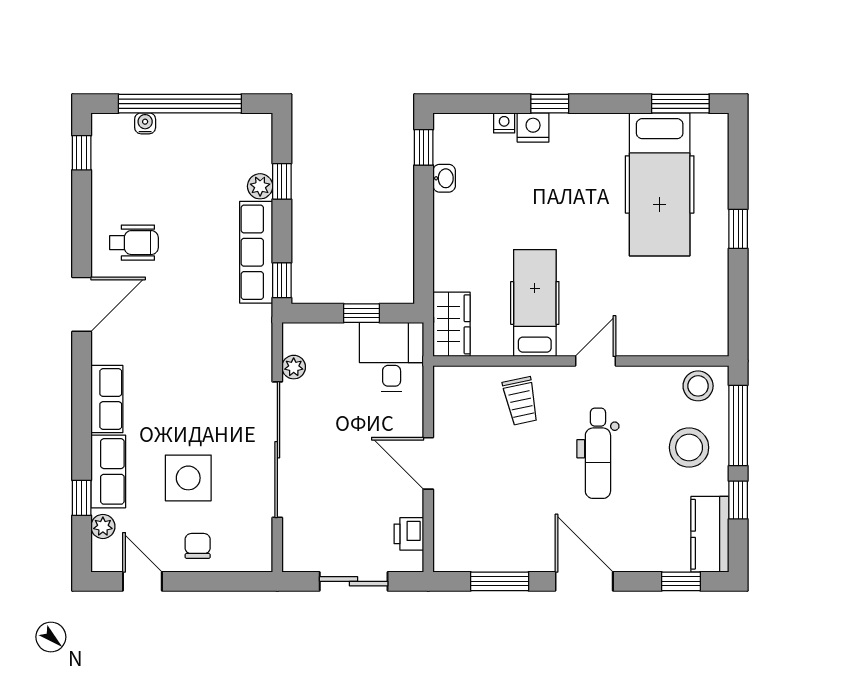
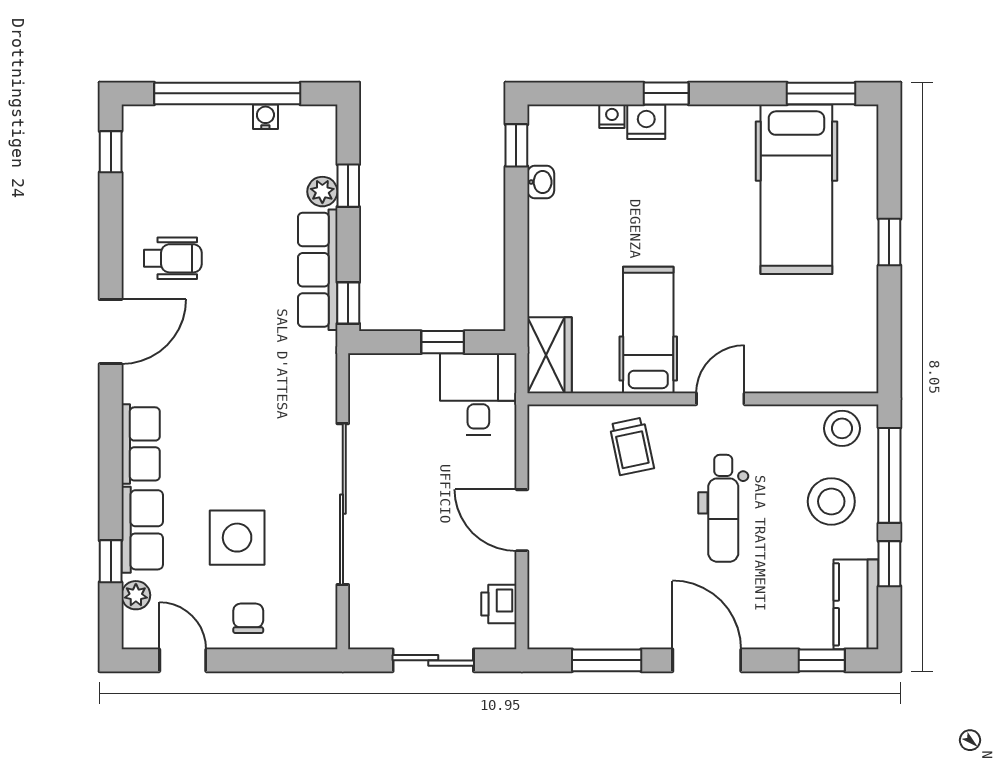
water cooler: (145, 123) -> (265, 117), moved
plant: (294, 367) -> (362, 406), removed

